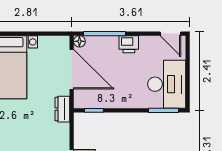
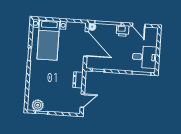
door: (171, 34) -> (139, 25), moved
desk: (167, 84) -> (145, 57), width x0.73
dresser: (62, 109) -> (78, 80), moved

